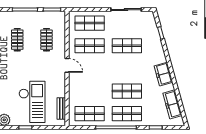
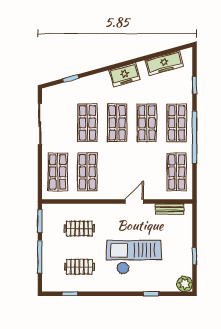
door: (67, 65) -> (134, 202), moved
shop shelf: (127, 68) -> (117, 123), added
checkout: (32, 102) -> (134, 257), moved

